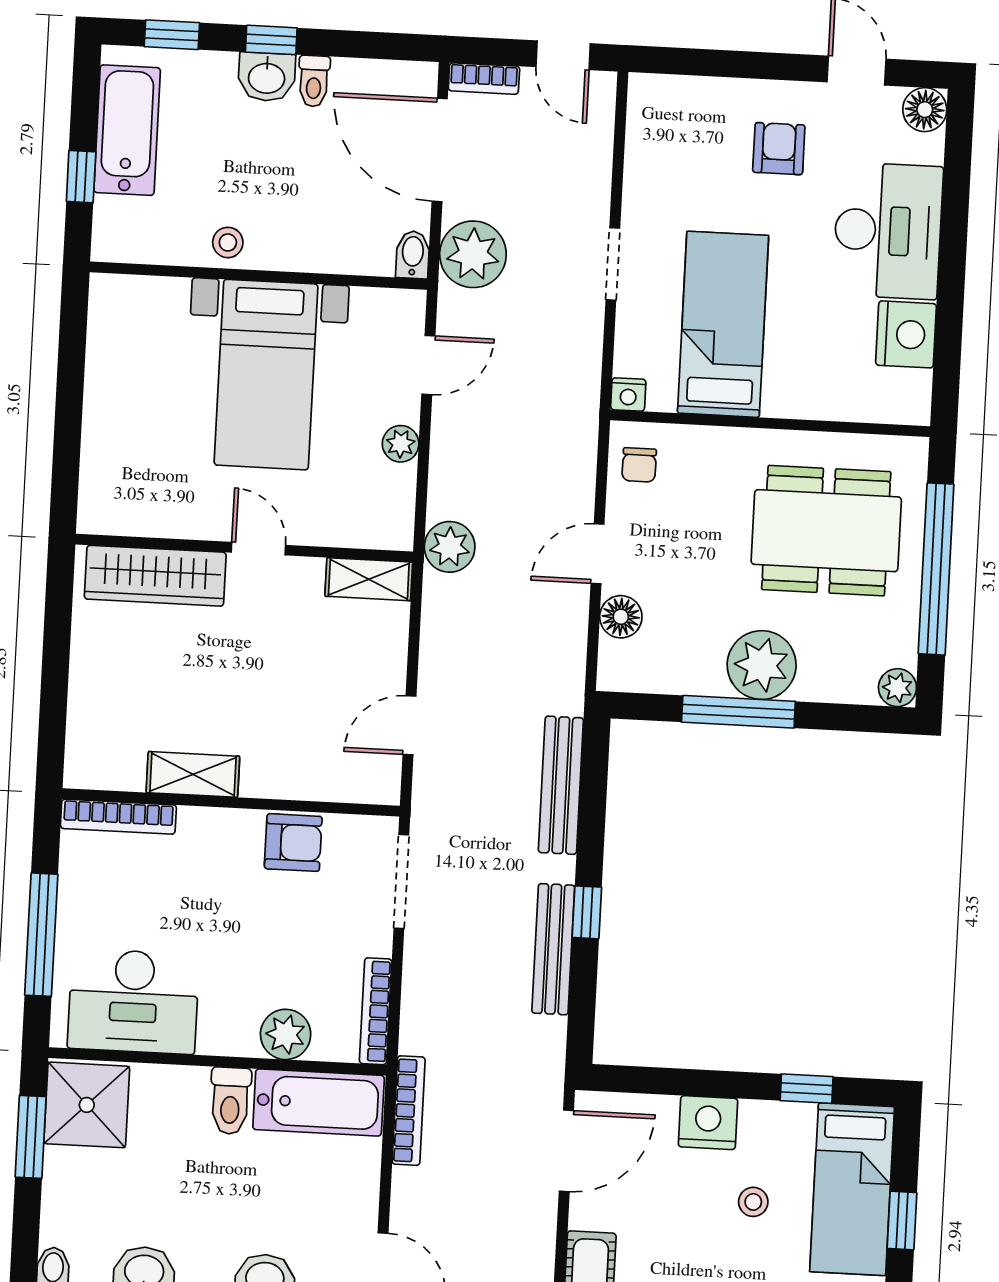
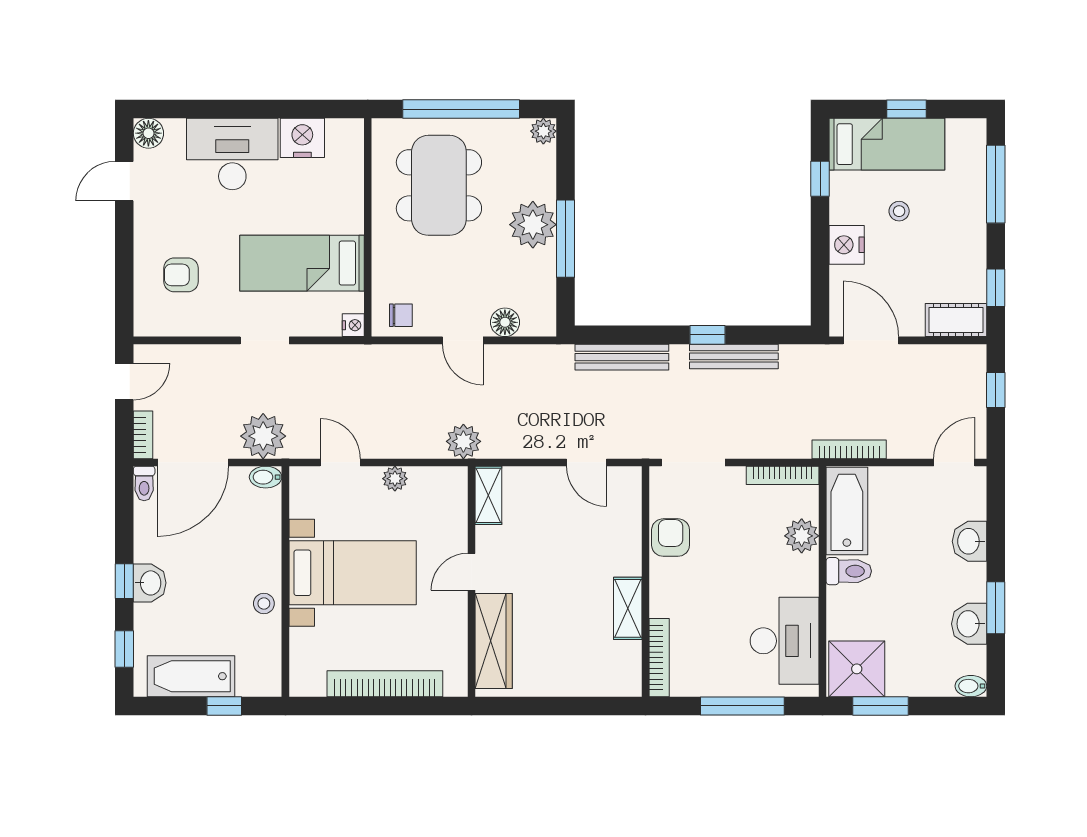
toilet: (314, 81) -> (144, 483), moved, turned 90
armchair: (779, 149) -> (181, 275), moved
bookcase: (101, 413) -> (385, 684), added

